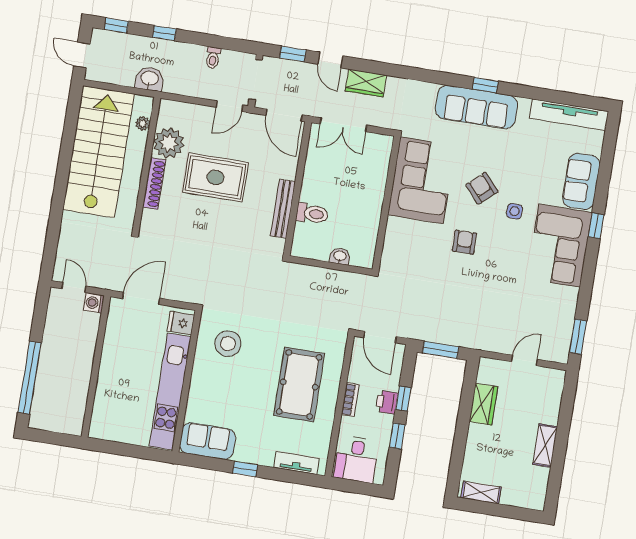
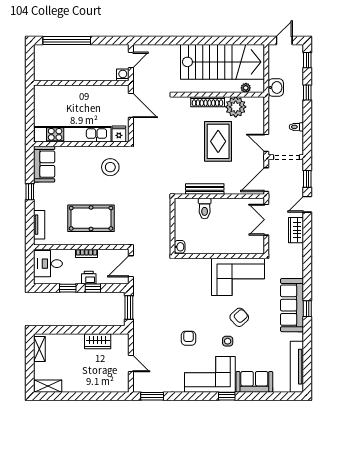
armchair: (464, 242) -> (188, 338), moved, turned -90
washbasin: (340, 256) -> (180, 247), moved
shelving: (545, 446) -> (48, 386), moved

